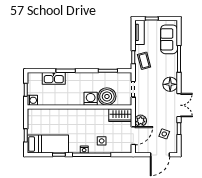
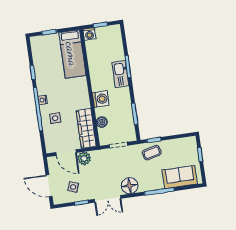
tv unit: (139, 32) -> (183, 143), removed
kitchen sink: (54, 78) -> (120, 74), moved
boiler: (107, 96) -> (102, 122), width x0.54, depth x0.54
wardrobe: (120, 115) -> (86, 128), width x1.50
bed: (48, 144) -> (72, 54), moved

